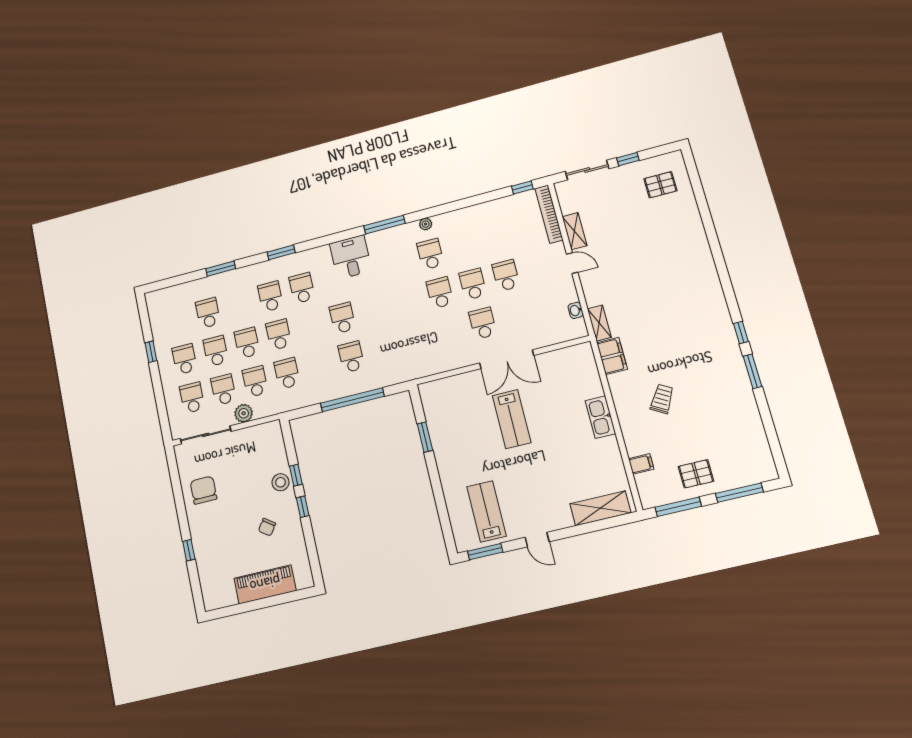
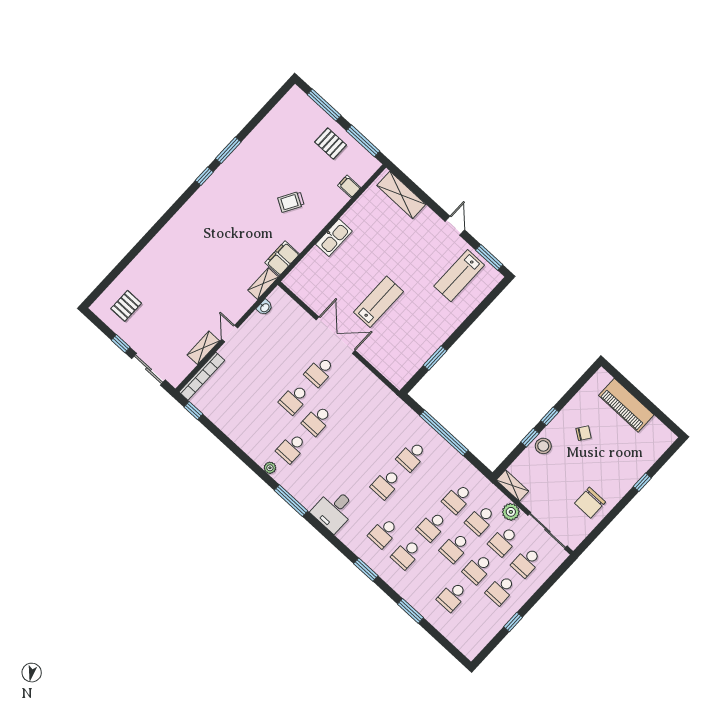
pallet: (660, 185) -> (126, 306), turned 90
school desk: (506, 275) -> (271, 378), removed
shelving: (265, 430) -> (513, 486), added

